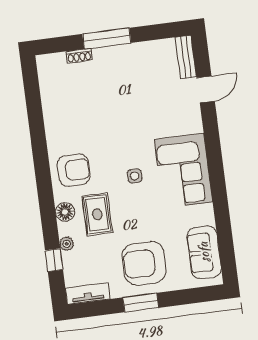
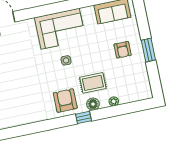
window: (54, 260) -> (84, 117), moved
armchair: (144, 263) -> (123, 50), width x0.53, depth x0.53
tv unit: (88, 294) -> (145, 85), removed

